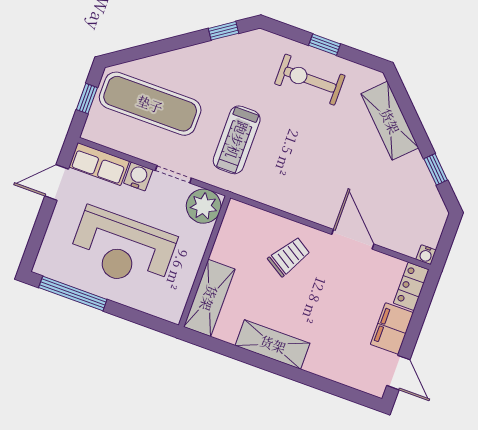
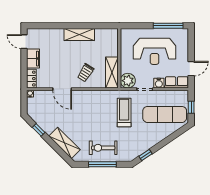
window: (325, 45) -> (102, 164), width x2.17
exercise bike: (310, 80) -> (103, 148), turned 180
reception desk: (122, 249) -> (155, 51), turned 180
shelving: (209, 298) -> (112, 72), moved

